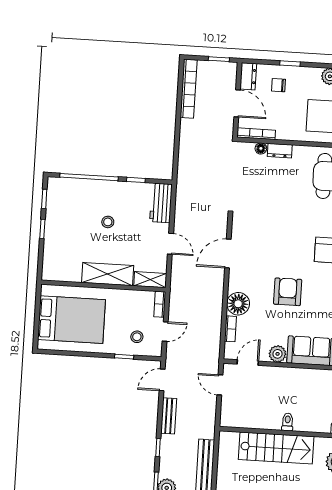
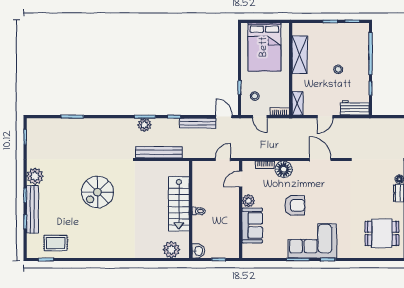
shelving: (108, 274) -> (300, 55), moved
door: (248, 363) -> (241, 179), swing flipped
bench: (169, 416) -> (198, 123), width x1.36

